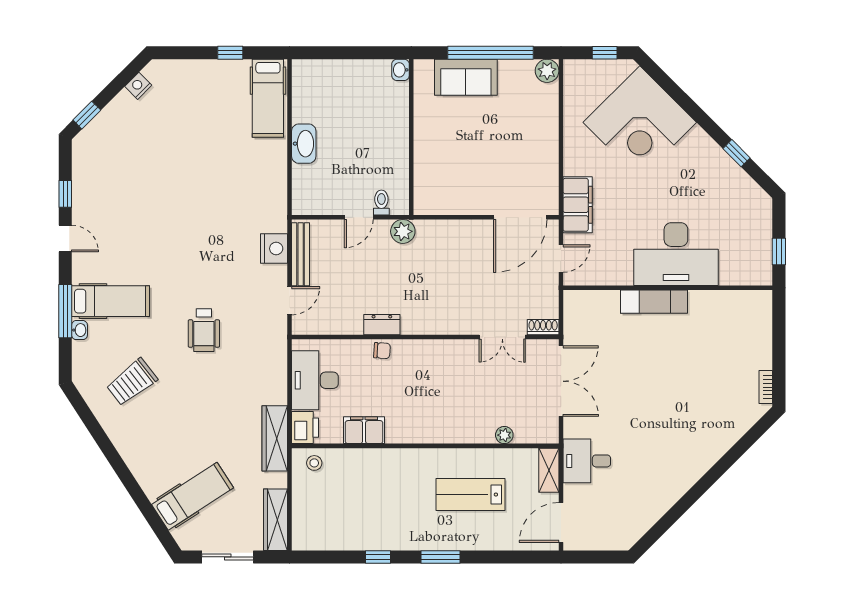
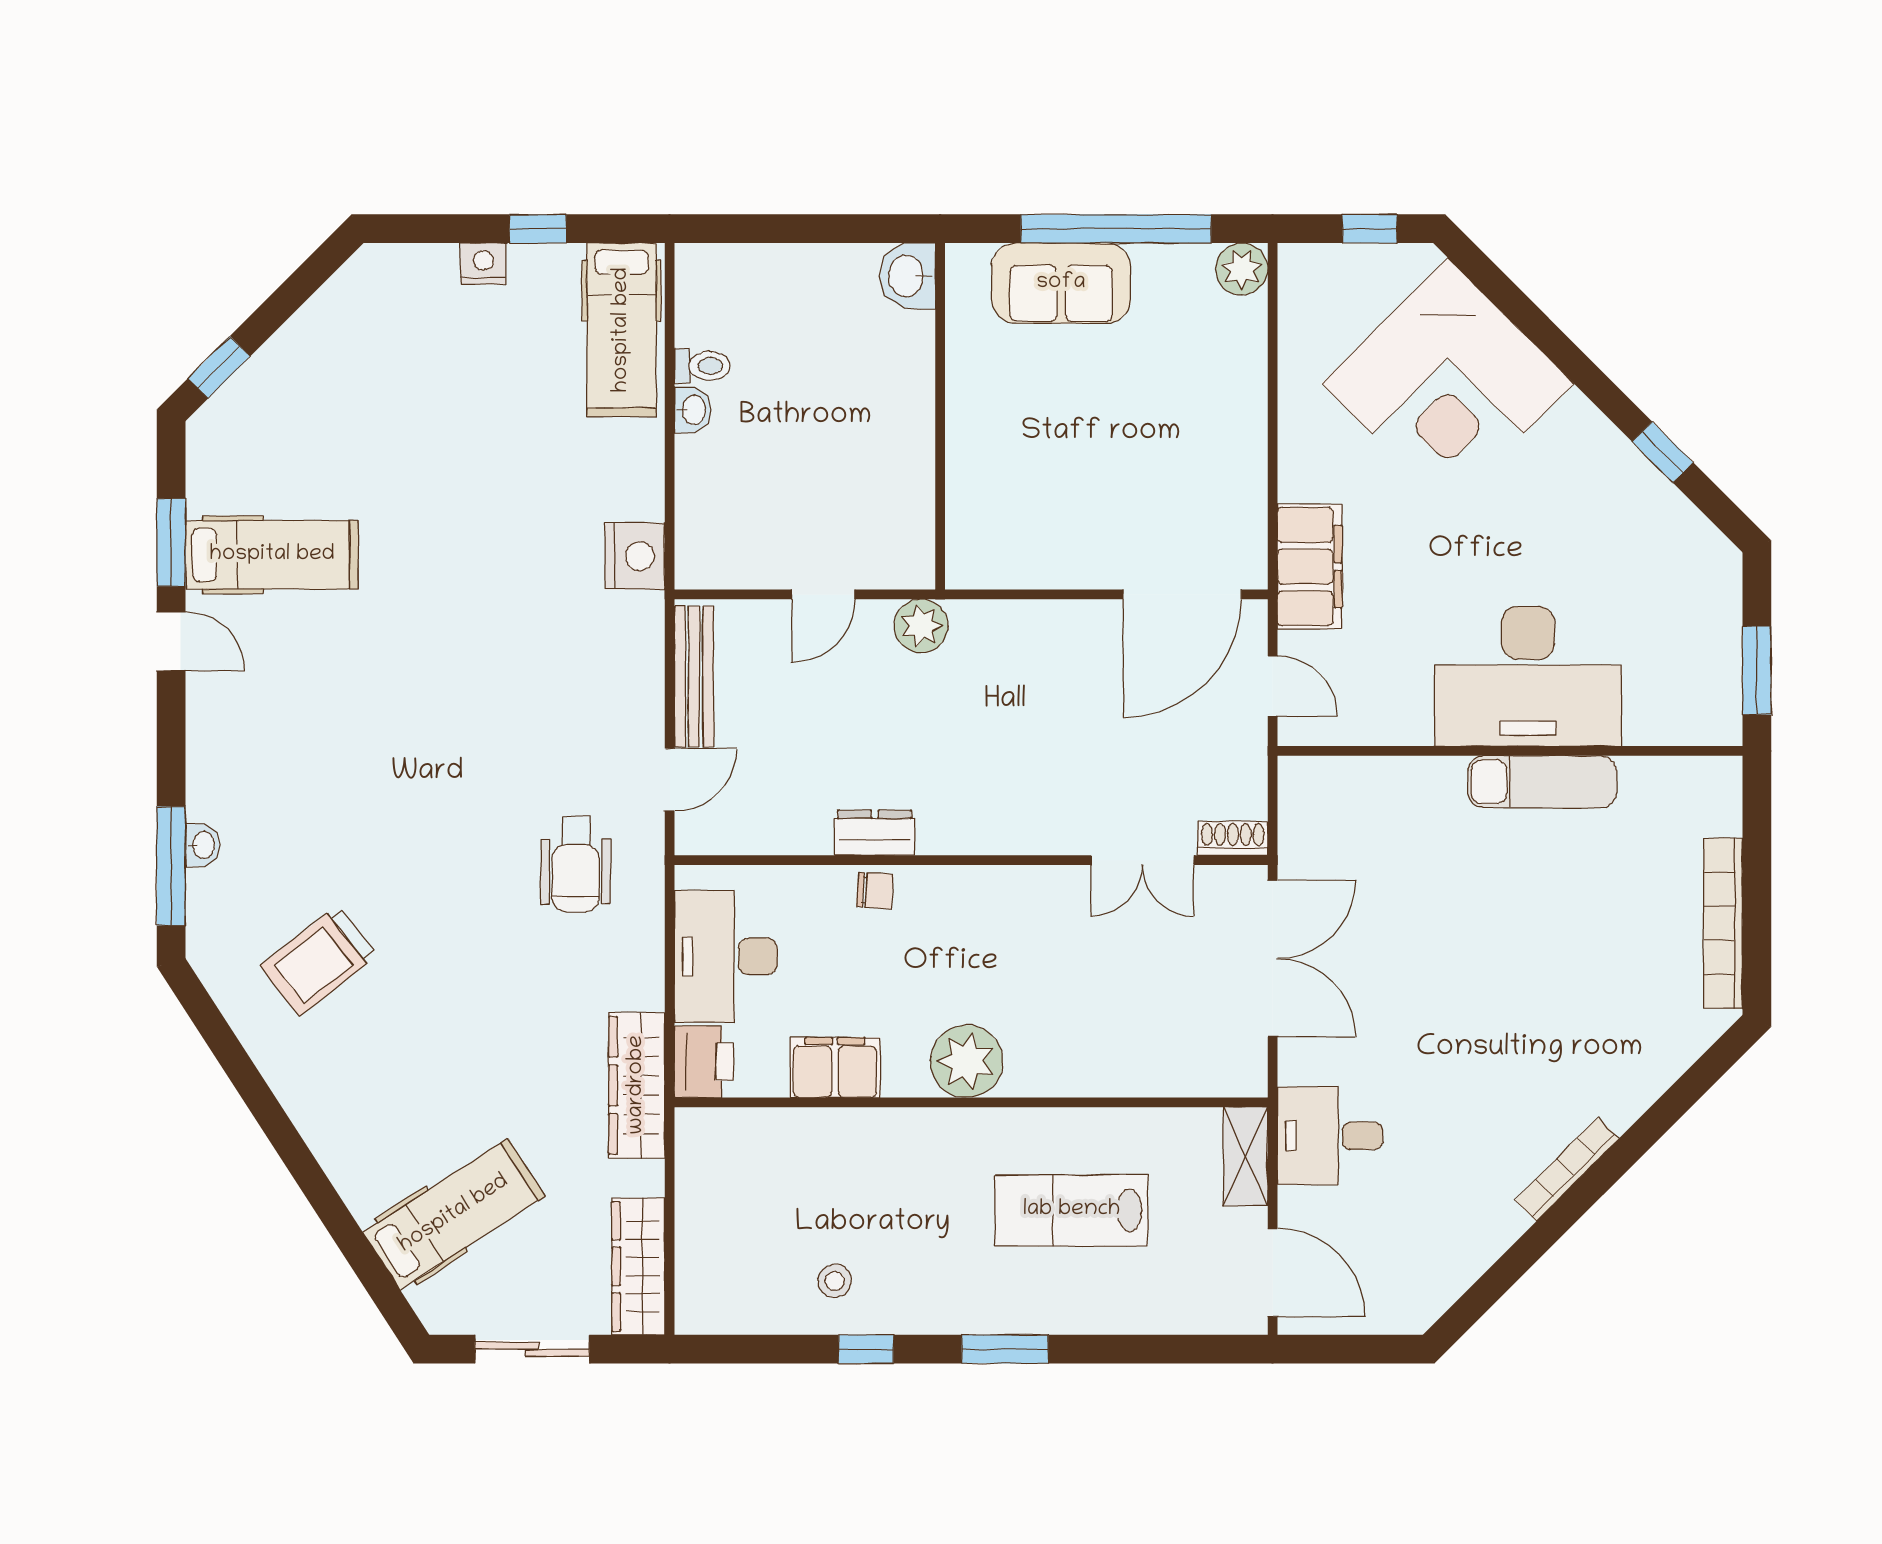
washbasin: (401, 70) -> (908, 276), width x1.38, depth x1.45
nightstand: (138, 86) -> (483, 264), moved, turned 45
washbasin: (304, 144) -> (693, 410), width x0.52, depth x0.69
window: (65, 194) -> (171, 542), width x1.50
toilet: (381, 203) -> (702, 366), moved, turned 90
nightstand: (274, 249) -> (635, 556), moved
window: (779, 252) -> (1757, 670), width x1.50
door: (561, 259) -> (1273, 686), hinge flipped
hospital bed: (111, 301) -> (272, 555), moved
exam couch: (654, 302) -> (1542, 782), moved
window: (65, 311) -> (171, 866), moved
wheelchair: (204, 330) -> (576, 864), moved
bookcase: (766, 387) -> (1723, 923), width x2.31, depth x1.31
plant: (504, 435) -> (967, 1061), moved, width x1.87, depth x1.87
stool: (314, 463) -> (835, 1281), moved
bookcase: (694, 476) -> (1567, 1169), added
door: (561, 522) -> (1273, 1273), swing flipped

